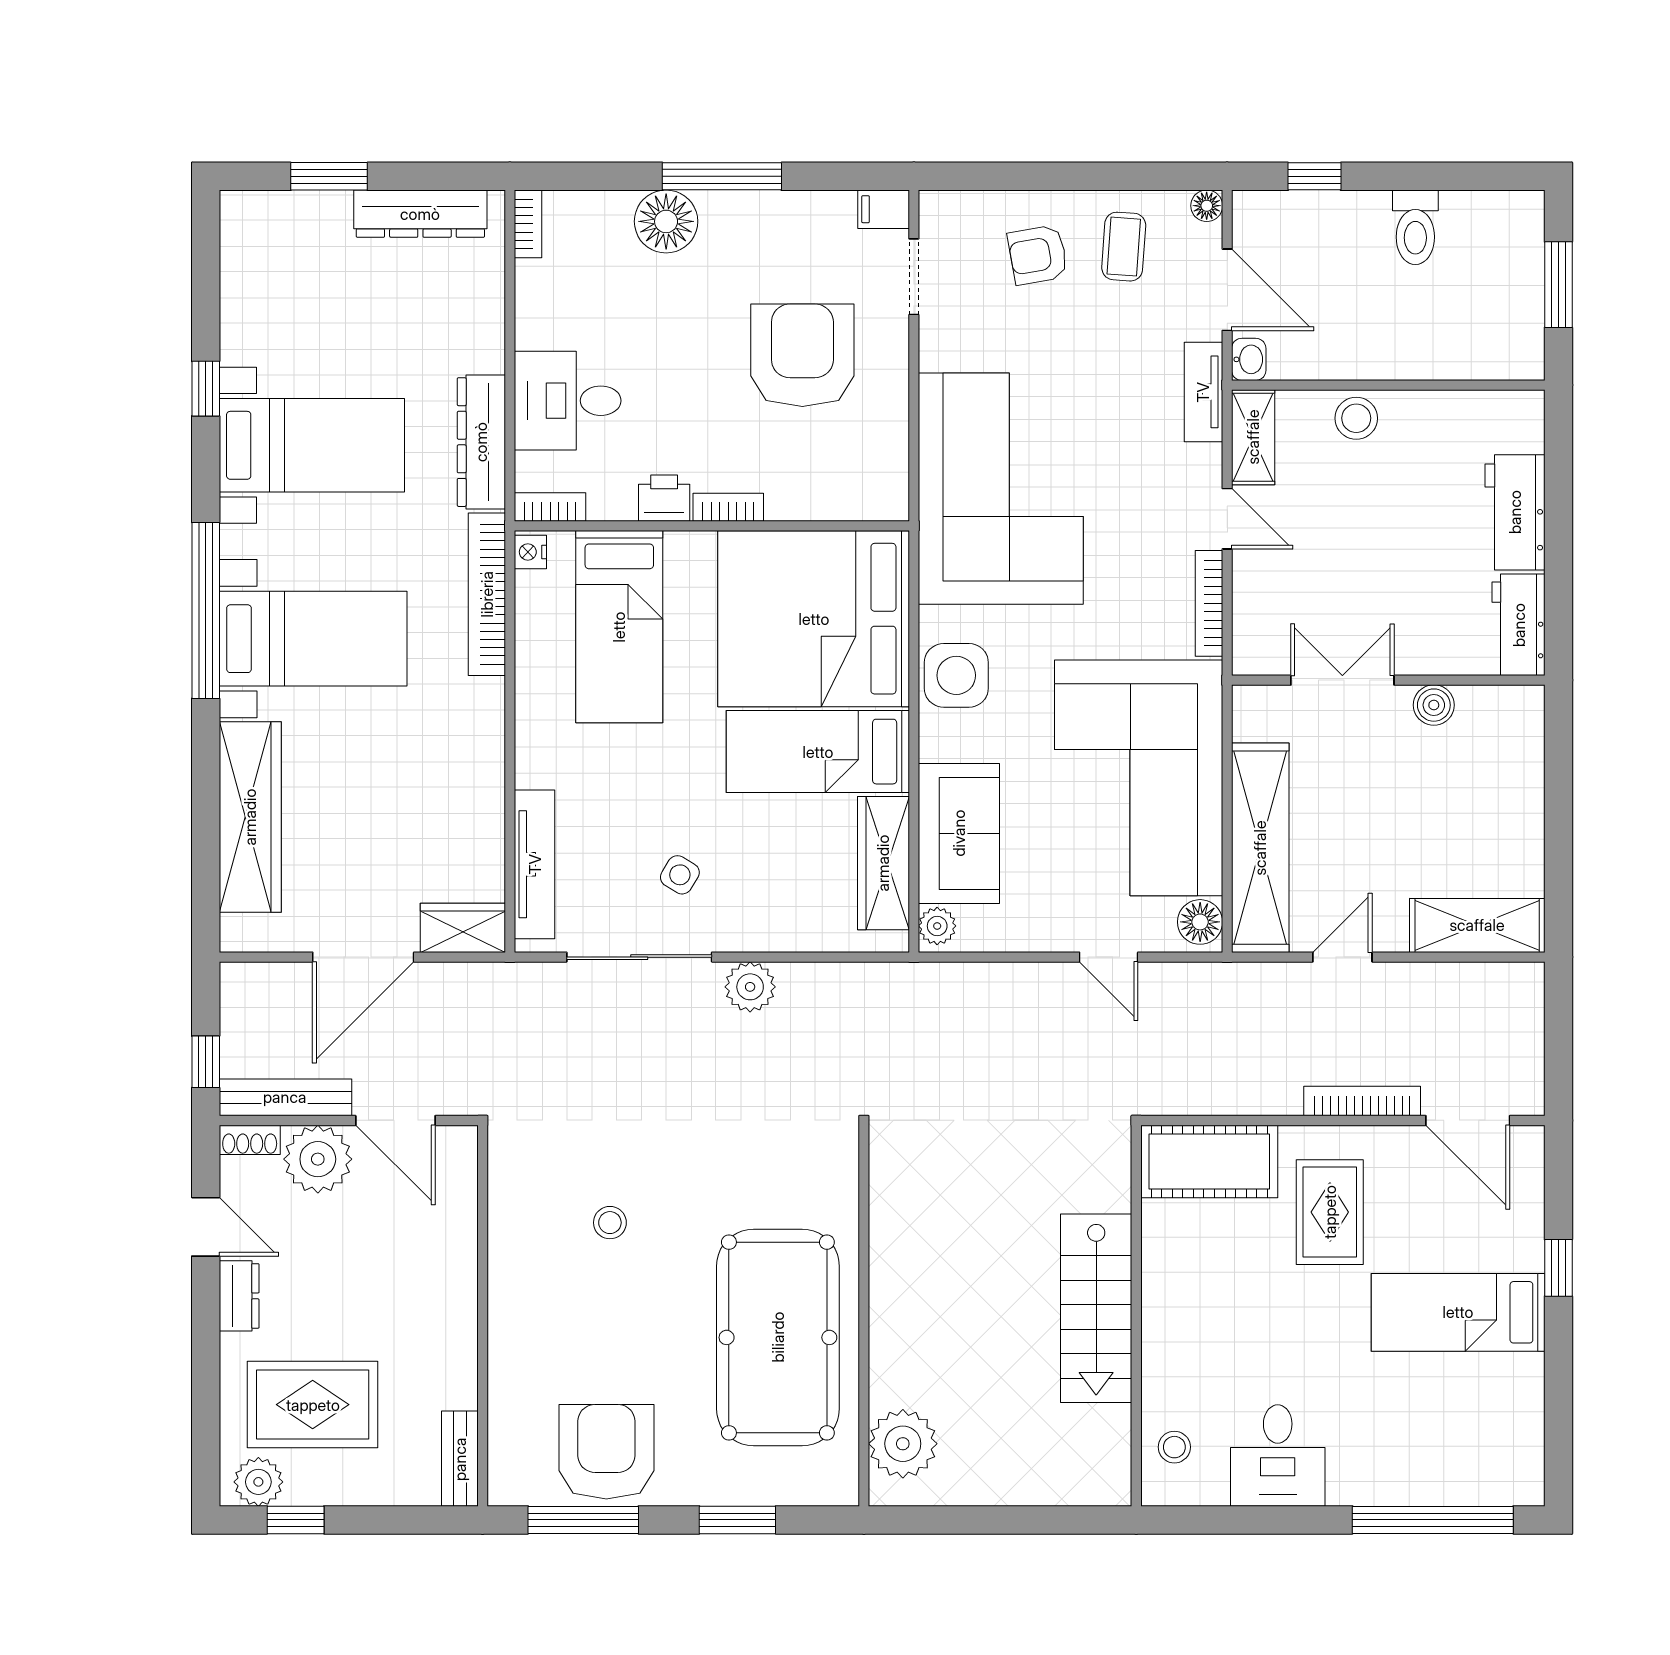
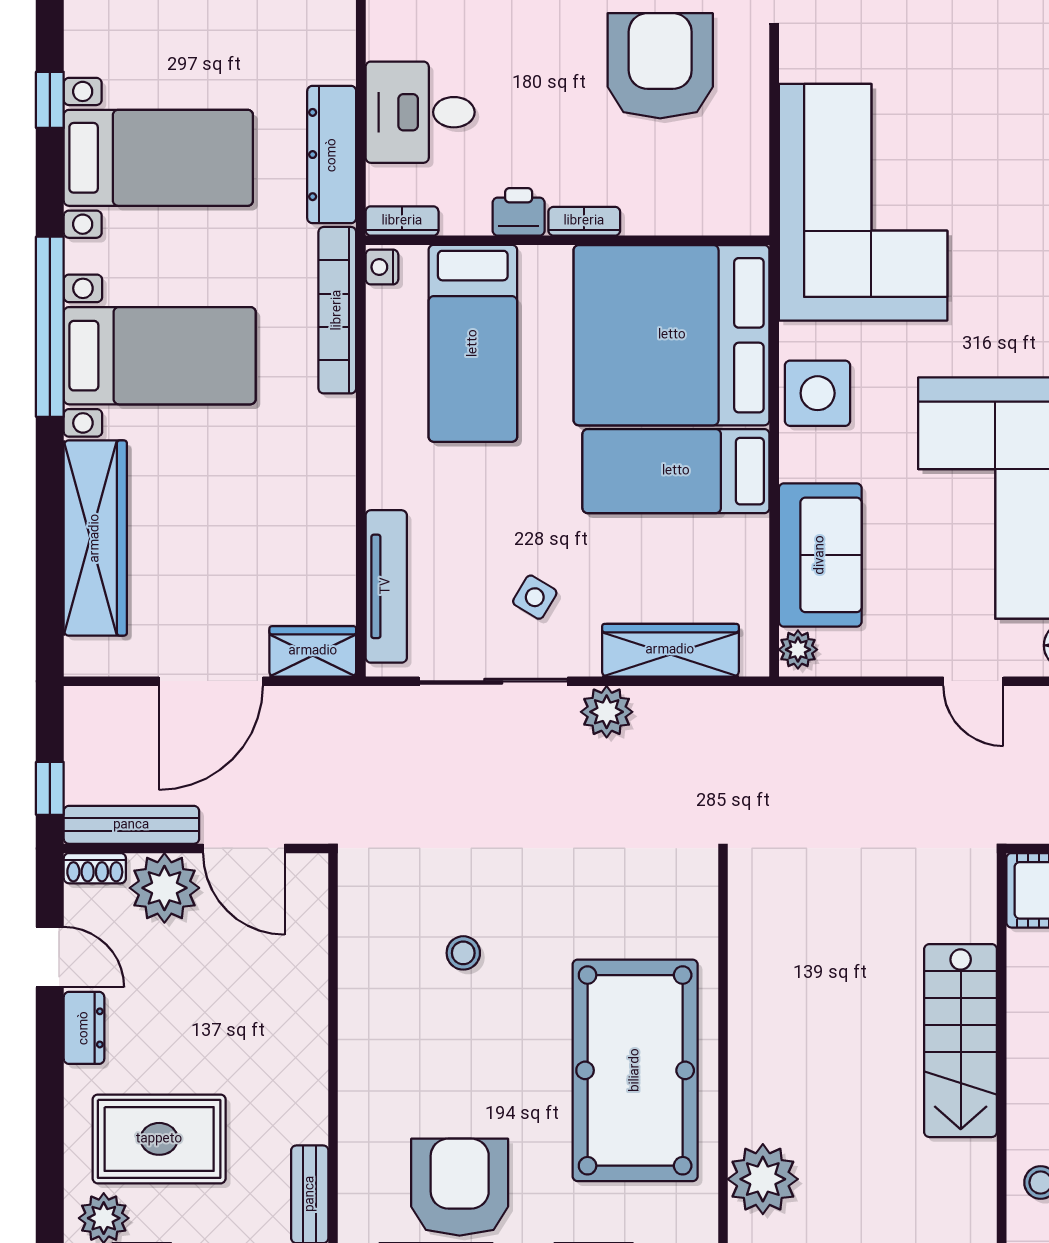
wardrobe: (883, 863) -> (670, 650), moved, turned 90

